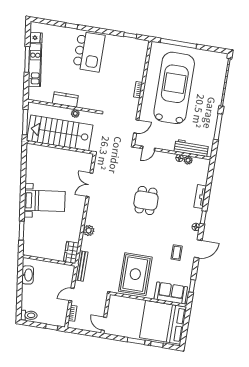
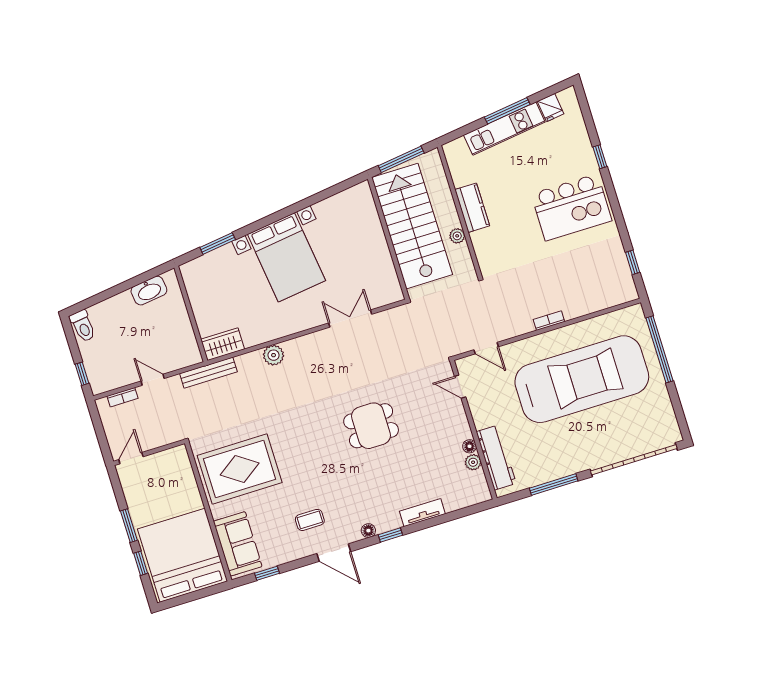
bed with nightstands: (45, 201) -> (286, 257), width x1.36

